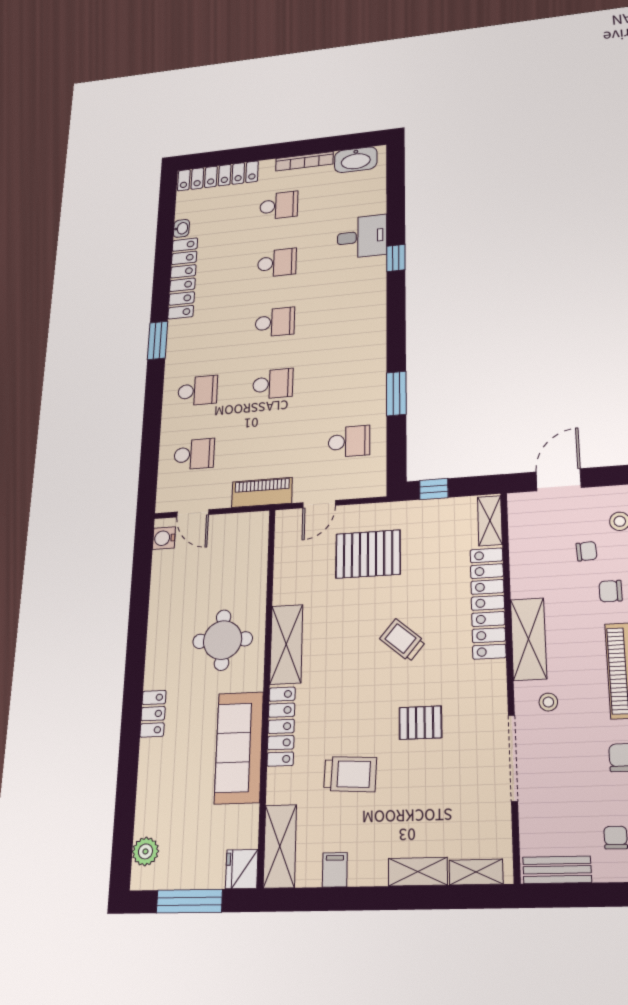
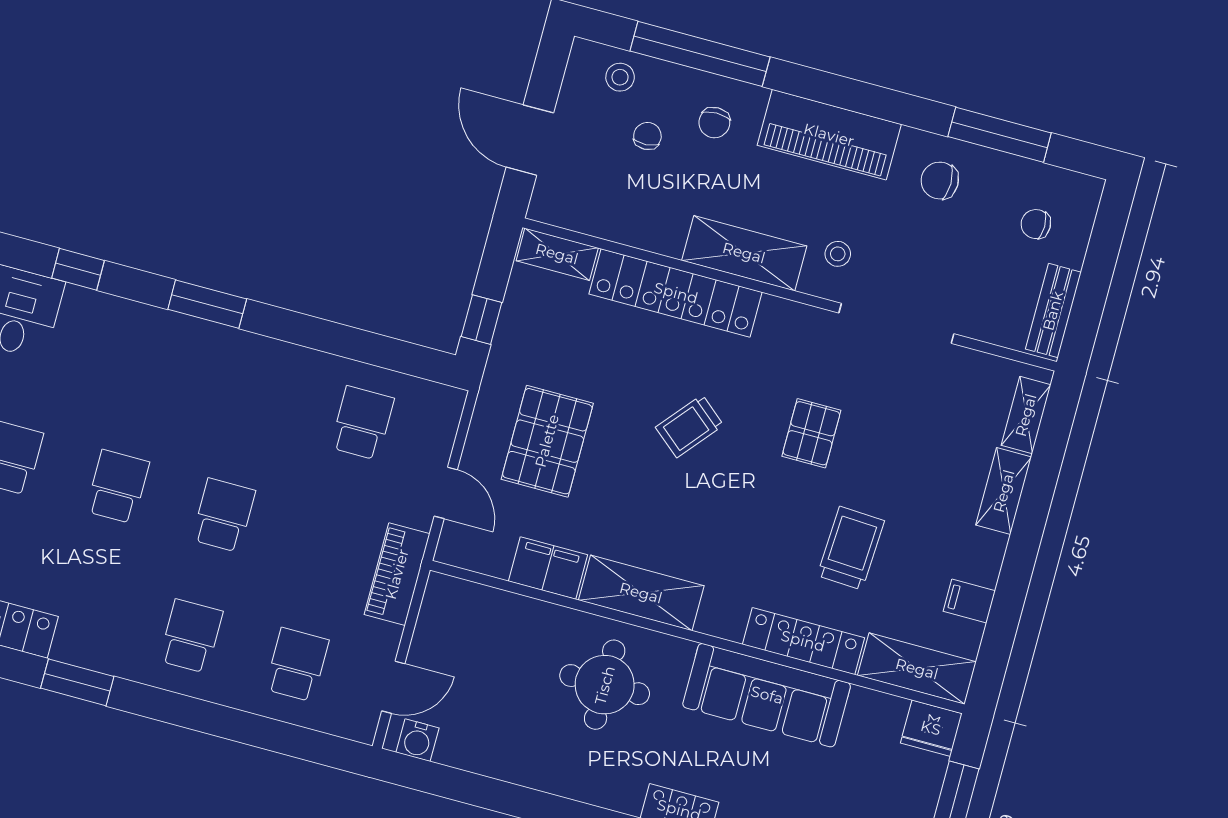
window: (396, 393) -> (207, 304), moved
filing cabinet: (288, 581) -> (548, 568), added
locker: (281, 726) -> (803, 641), moved

